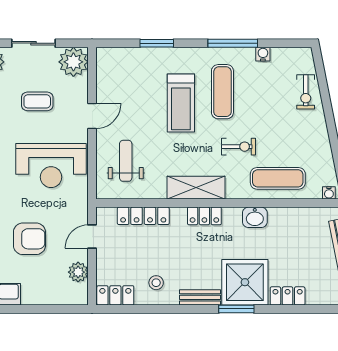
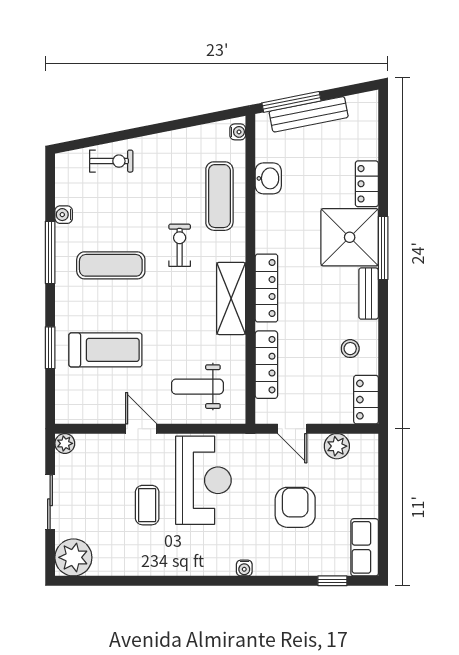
plant: (73, 62) -> (65, 443), width x0.53, depth x0.53
coffee table: (37, 101) -> (147, 505), moved
treadmill: (181, 103) -> (105, 350), moved
locker: (204, 216) -> (266, 288), width x1.53
washbasin: (255, 217) -> (268, 178), moved
window: (236, 309) -> (383, 248), width x1.44

